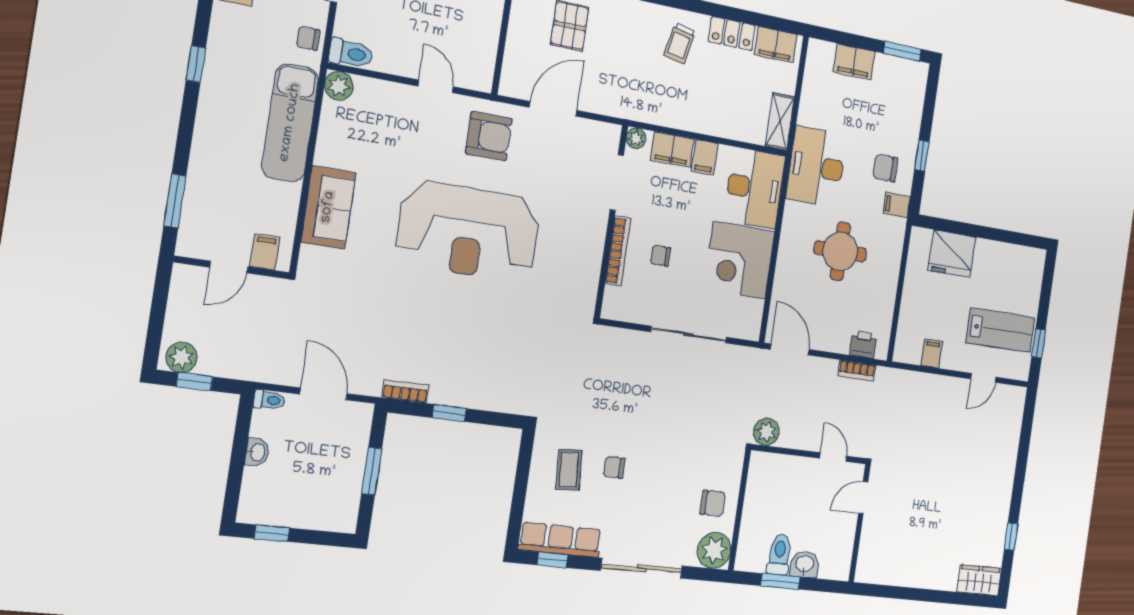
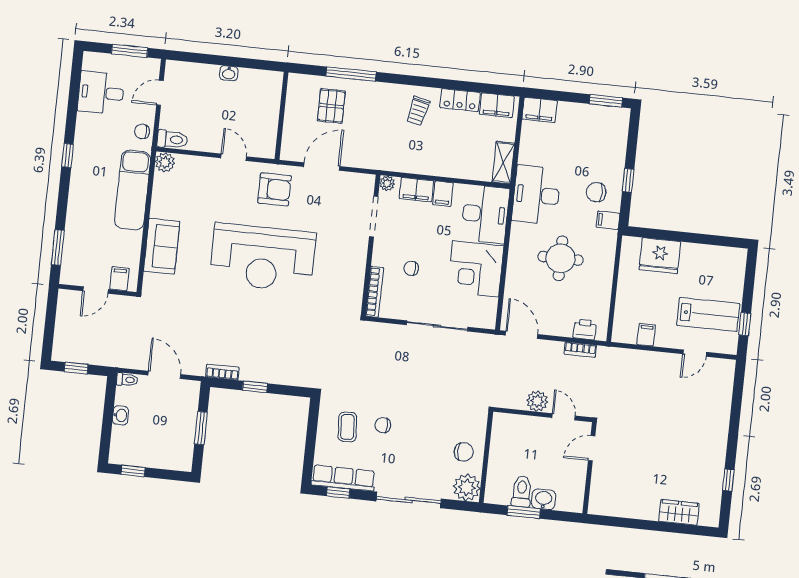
filing cabinet: (854, 62) -> (540, 110), moved
bookcase: (618, 251) -> (375, 292), moved
plant: (182, 357) -> (67, 352), removed
plant: (766, 432) -> (537, 401), moved
wardrobe: (979, 580) -> (679, 512), moved

